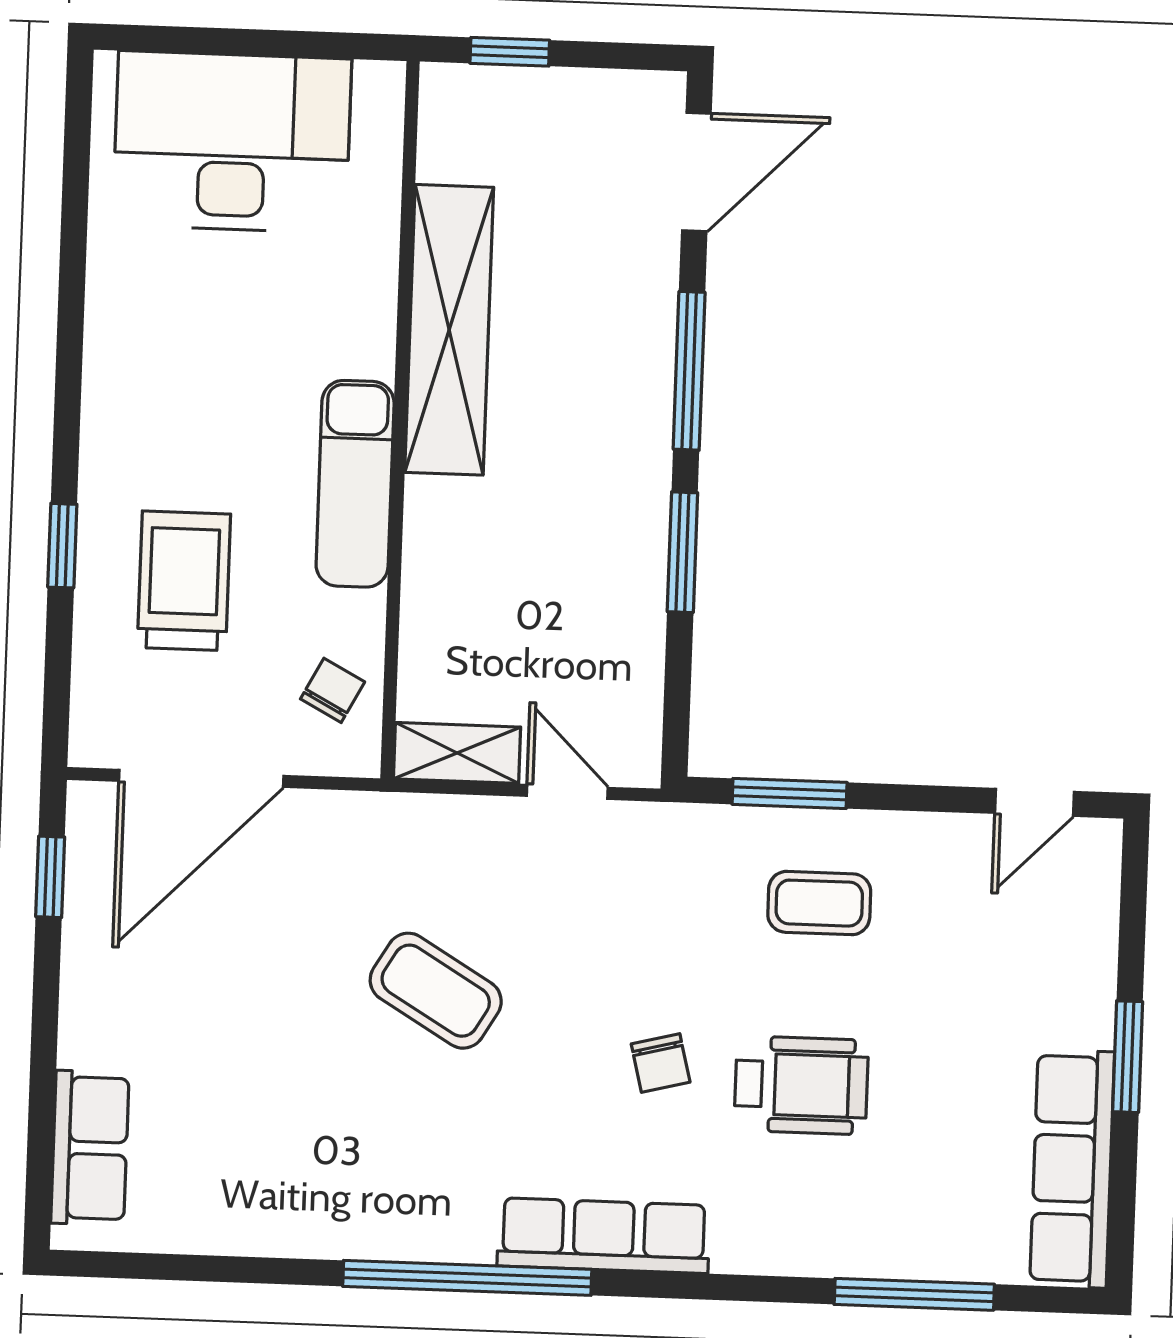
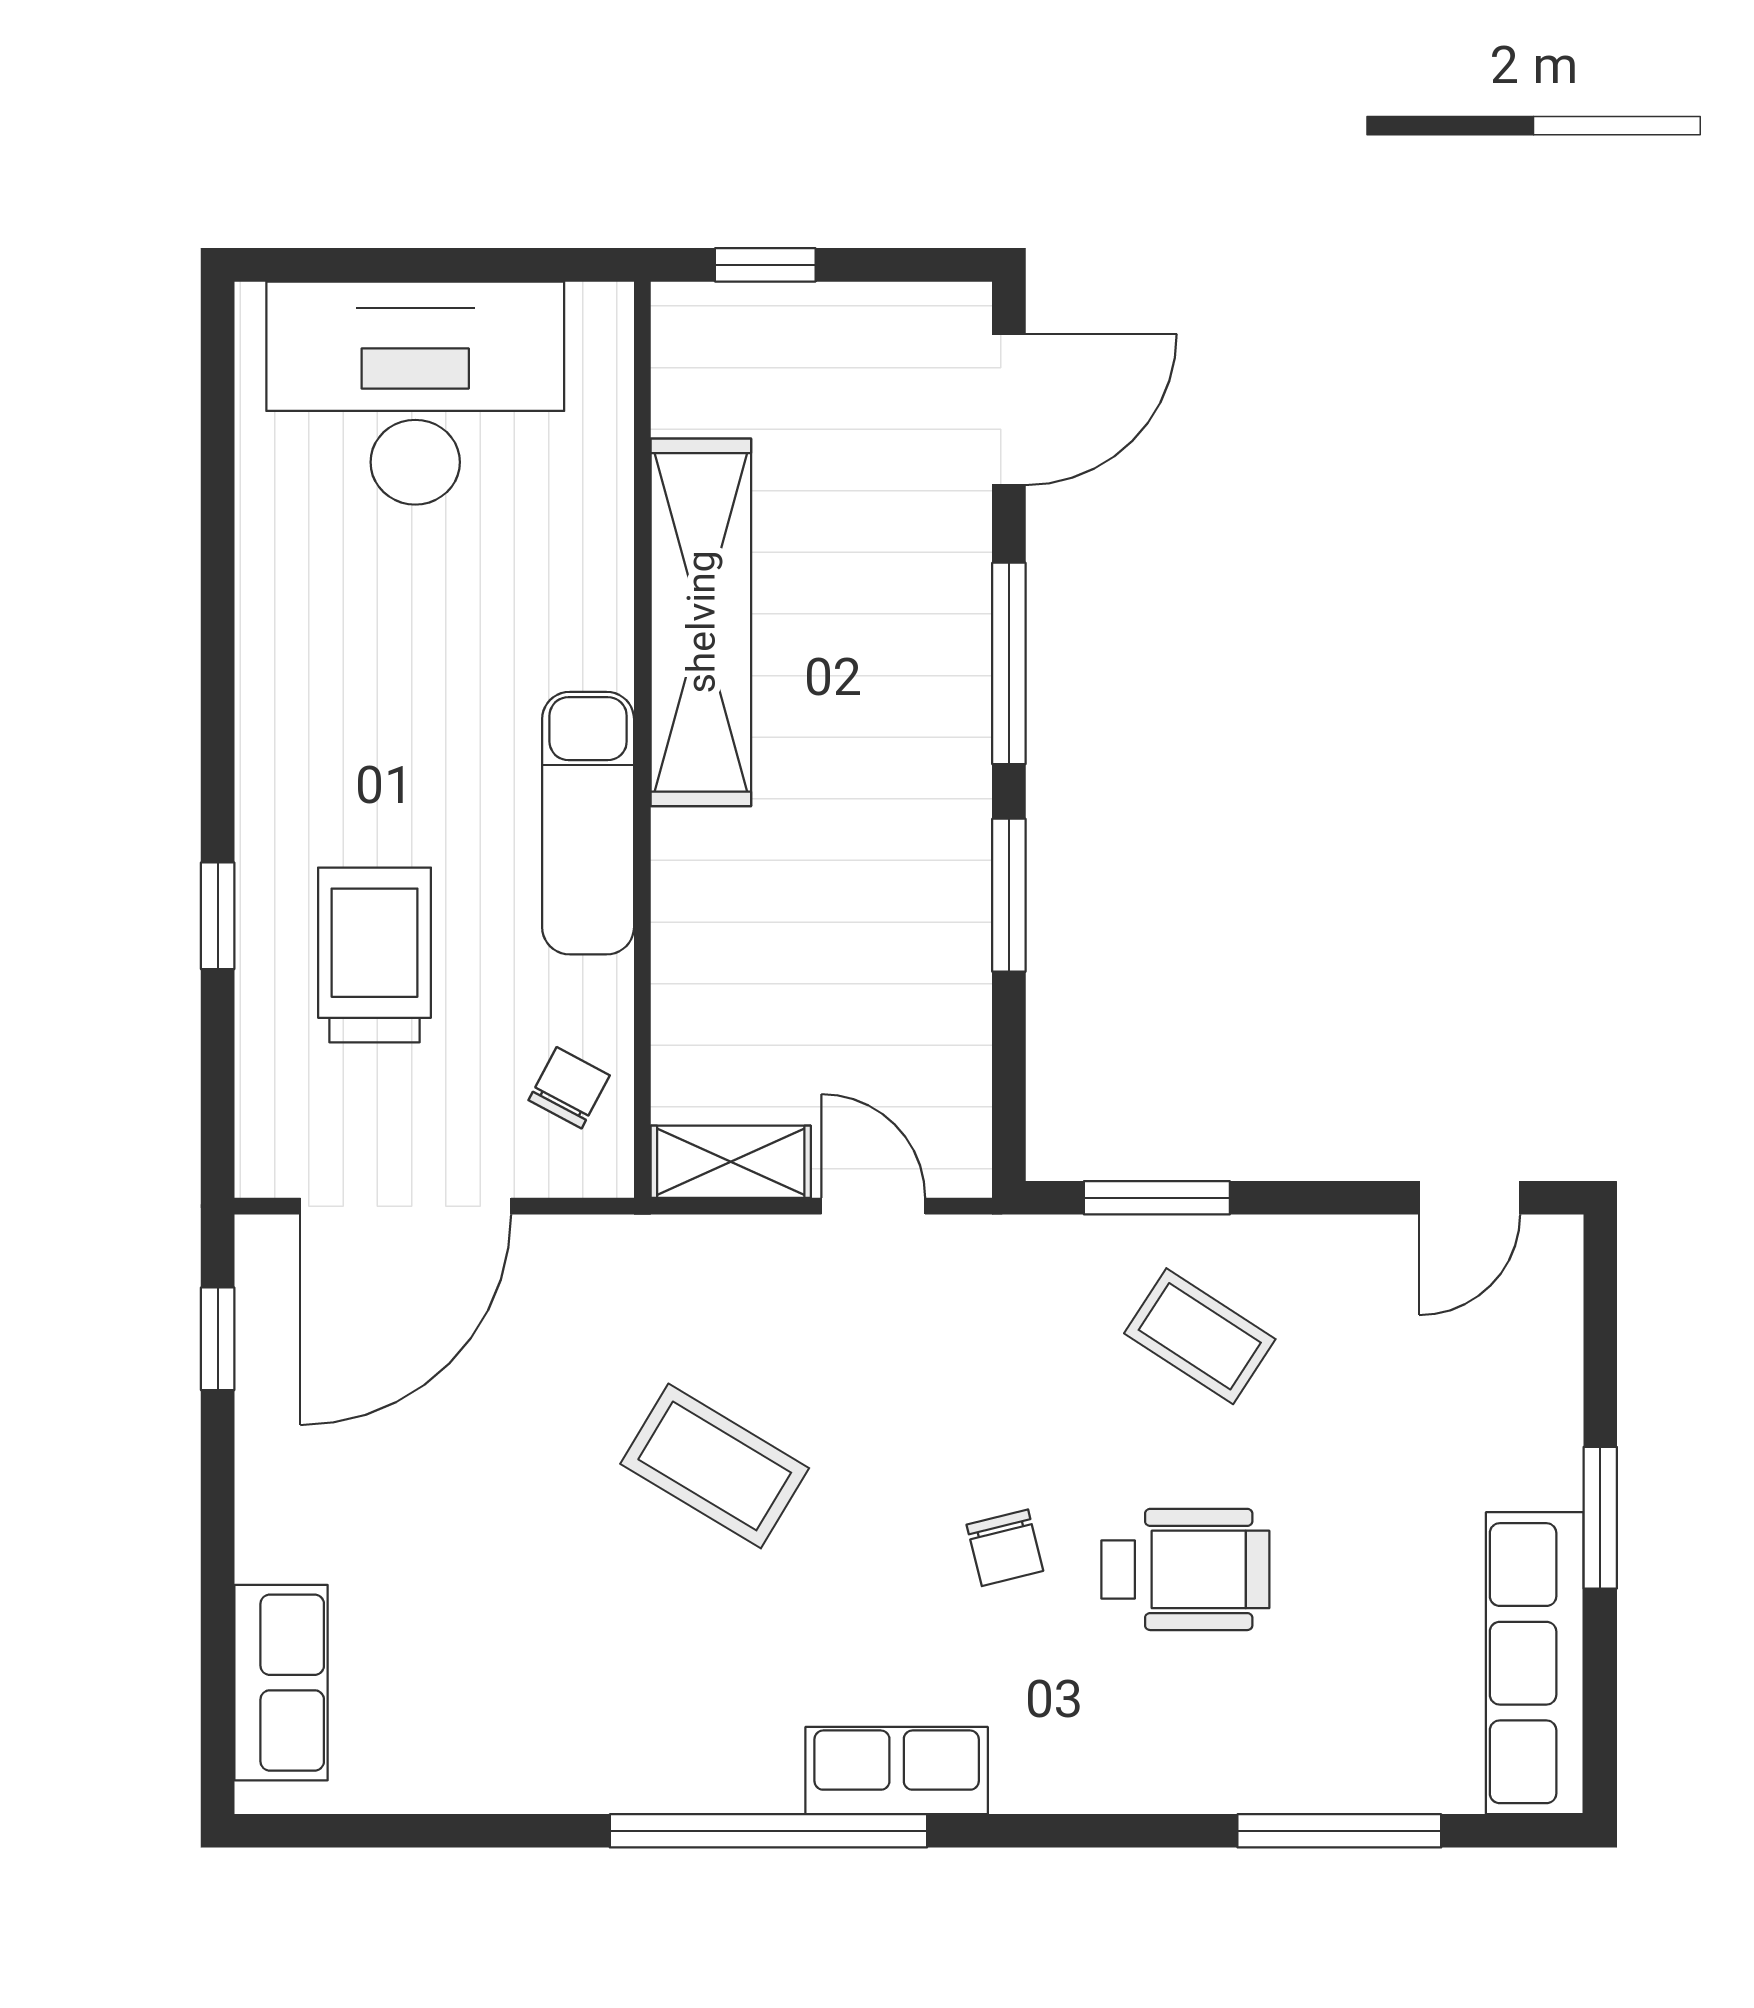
coffee table: (819, 903) -> (1200, 1336), turned 33
row of seats: (604, 1236) -> (897, 1771), width x0.68

